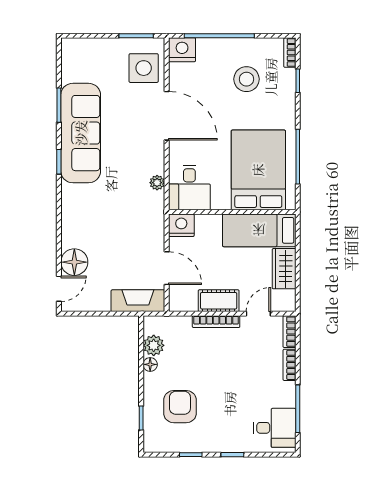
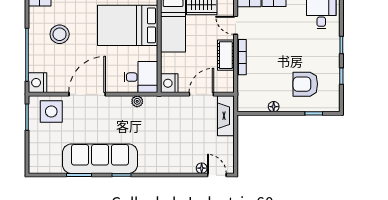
floor lamp: (74, 262) -> (202, 168), width x0.53, depth x0.53
plant: (154, 345) -> (259, 104), removed

